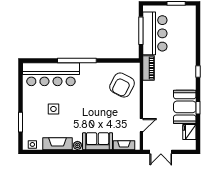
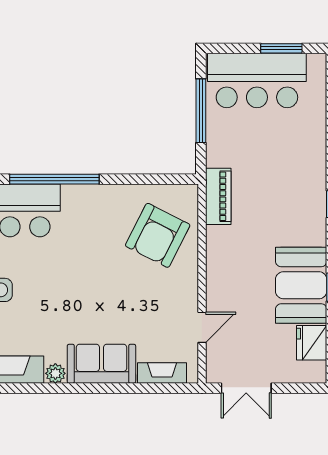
bar counter: (155, 33) -> (257, 80), moved, turned 90

